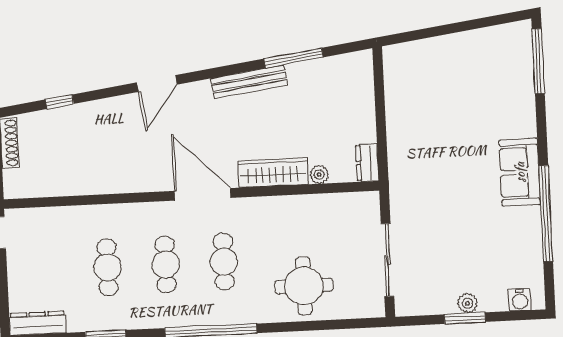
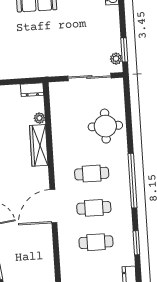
door: (203, 194) -> (53, 206), moved
plant: (468, 303) -> (116, 59), moved
window: (465, 318) -> (124, 50), moved

